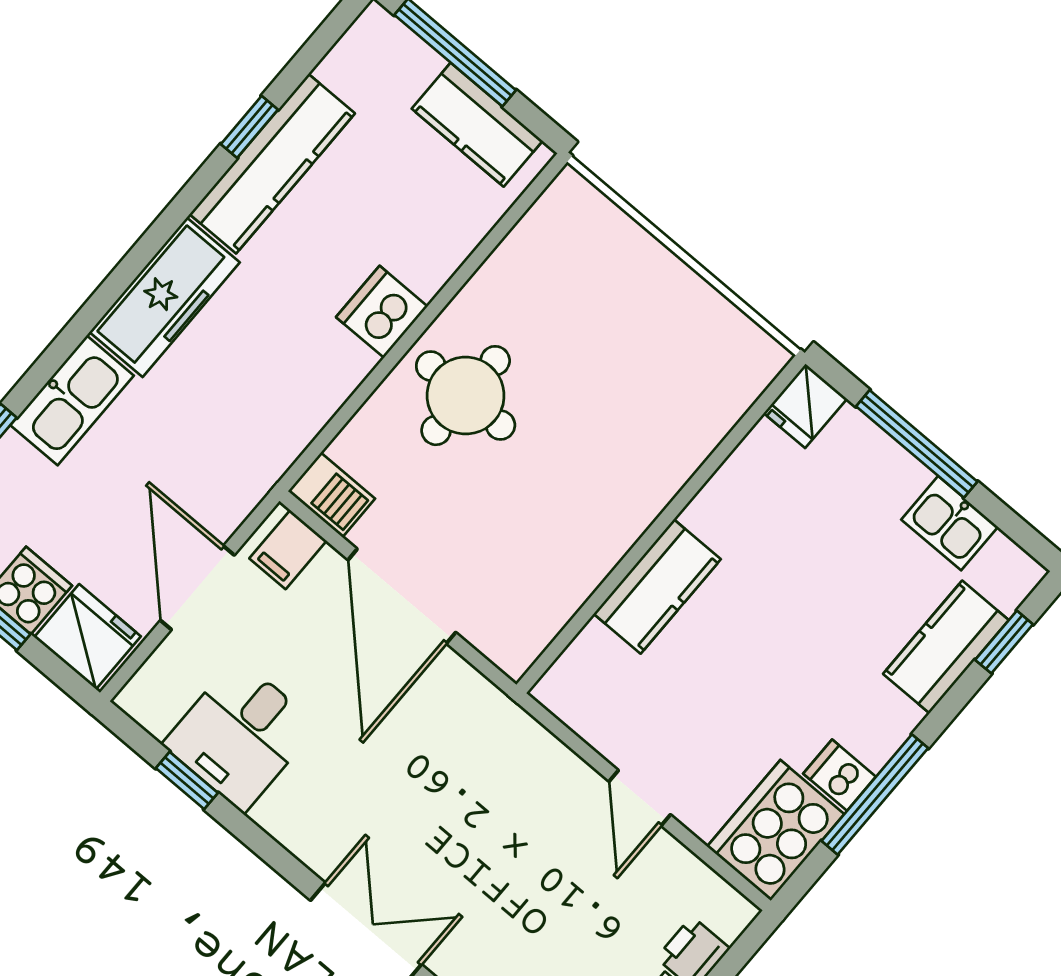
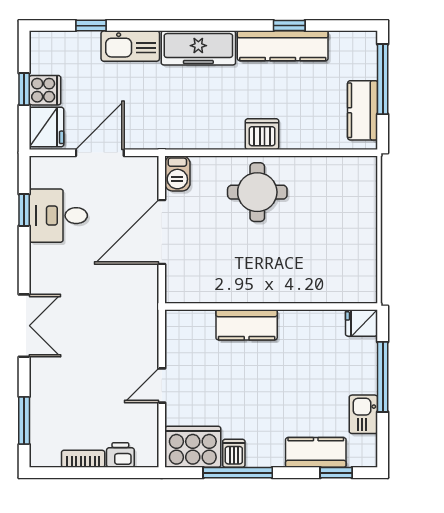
filing cabinet: (288, 550) -> (143, 175), removed

